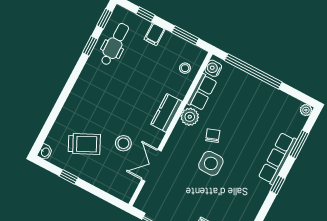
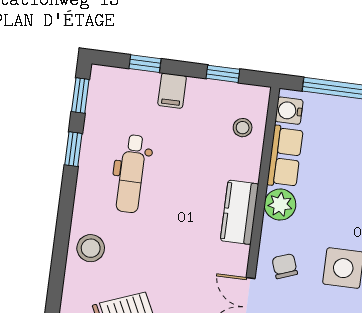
window: (185, 35) -> (223, 74), width x0.67
dental chair: (115, 44) -> (131, 174), moved, turned 180
chair: (213, 136) -> (285, 266), moved
stool: (123, 143) -> (91, 248), moved

